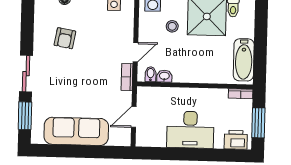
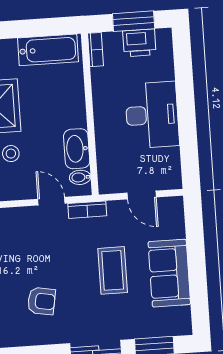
washbasin: (164, 76) -> (77, 149), width x1.91, depth x1.45
coffee table: (82, 91) -> (113, 270), added
sofa: (76, 131) -> (169, 273), width x0.73
printer: (236, 140) -> (139, 43), moved, turned -90

